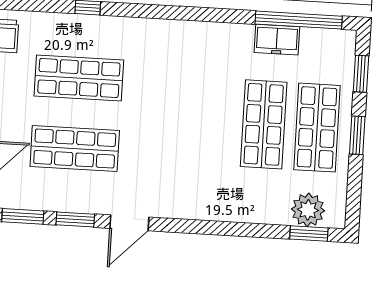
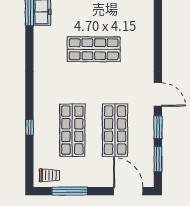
shop shelf: (264, 124) -> (94, 49), moved

